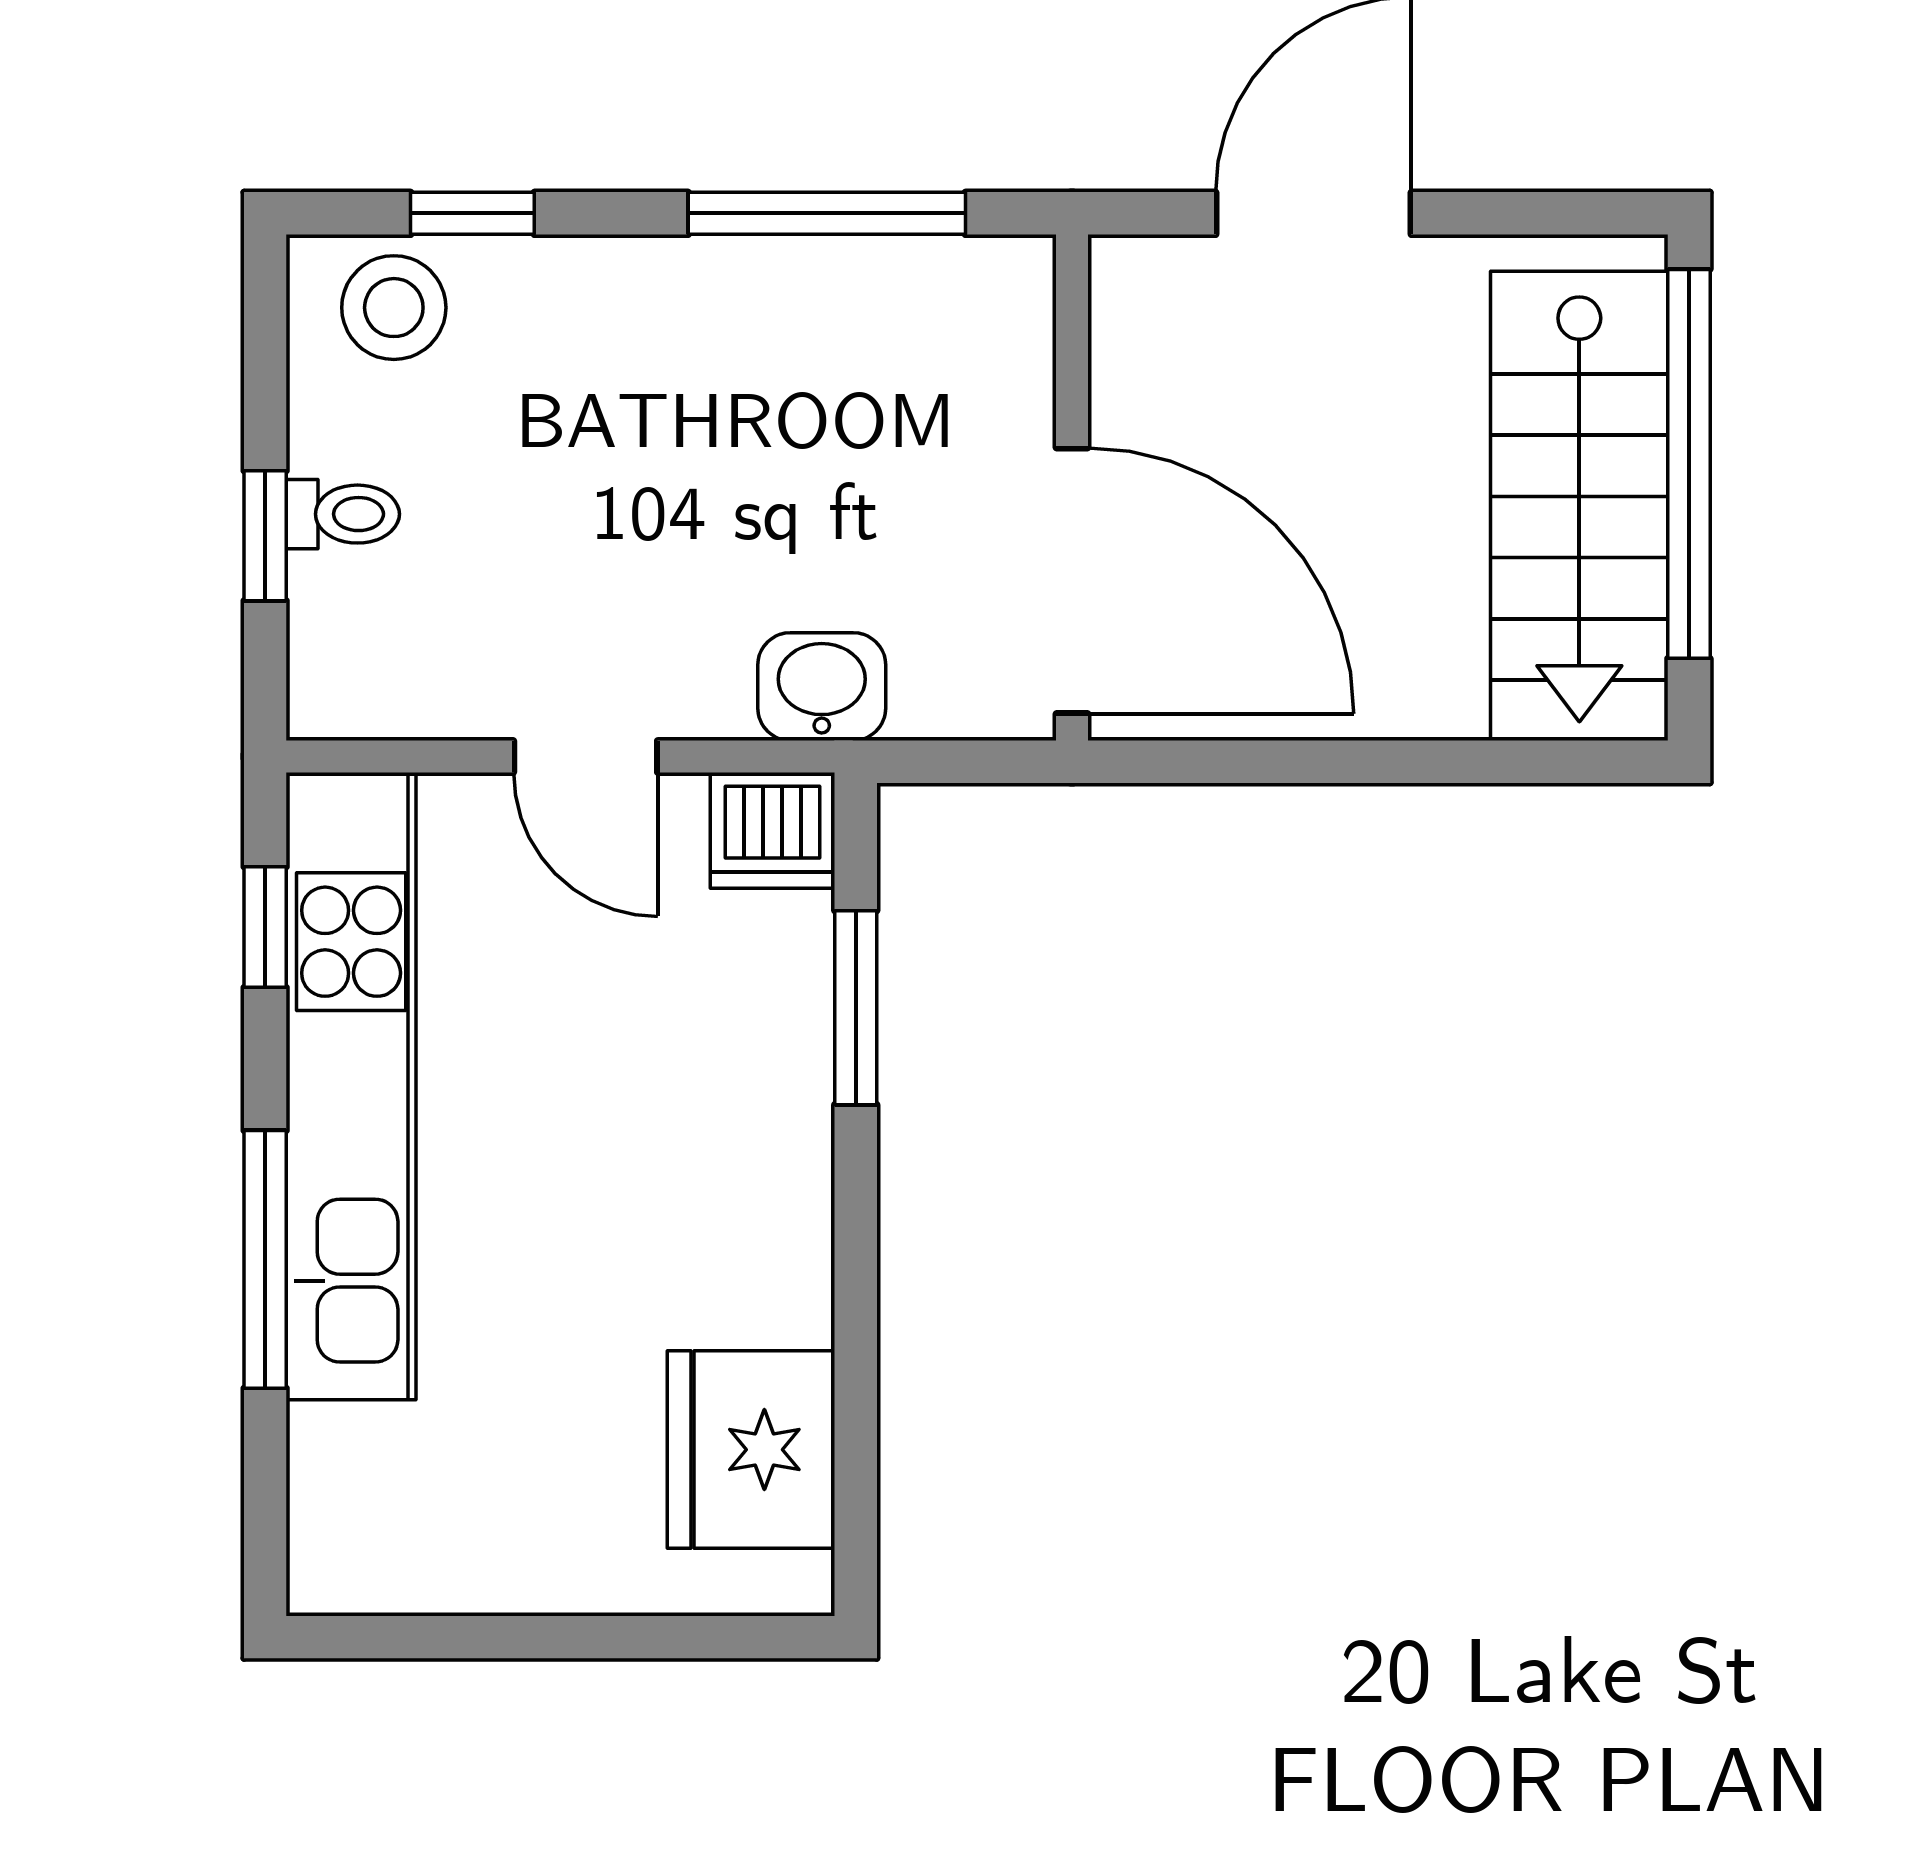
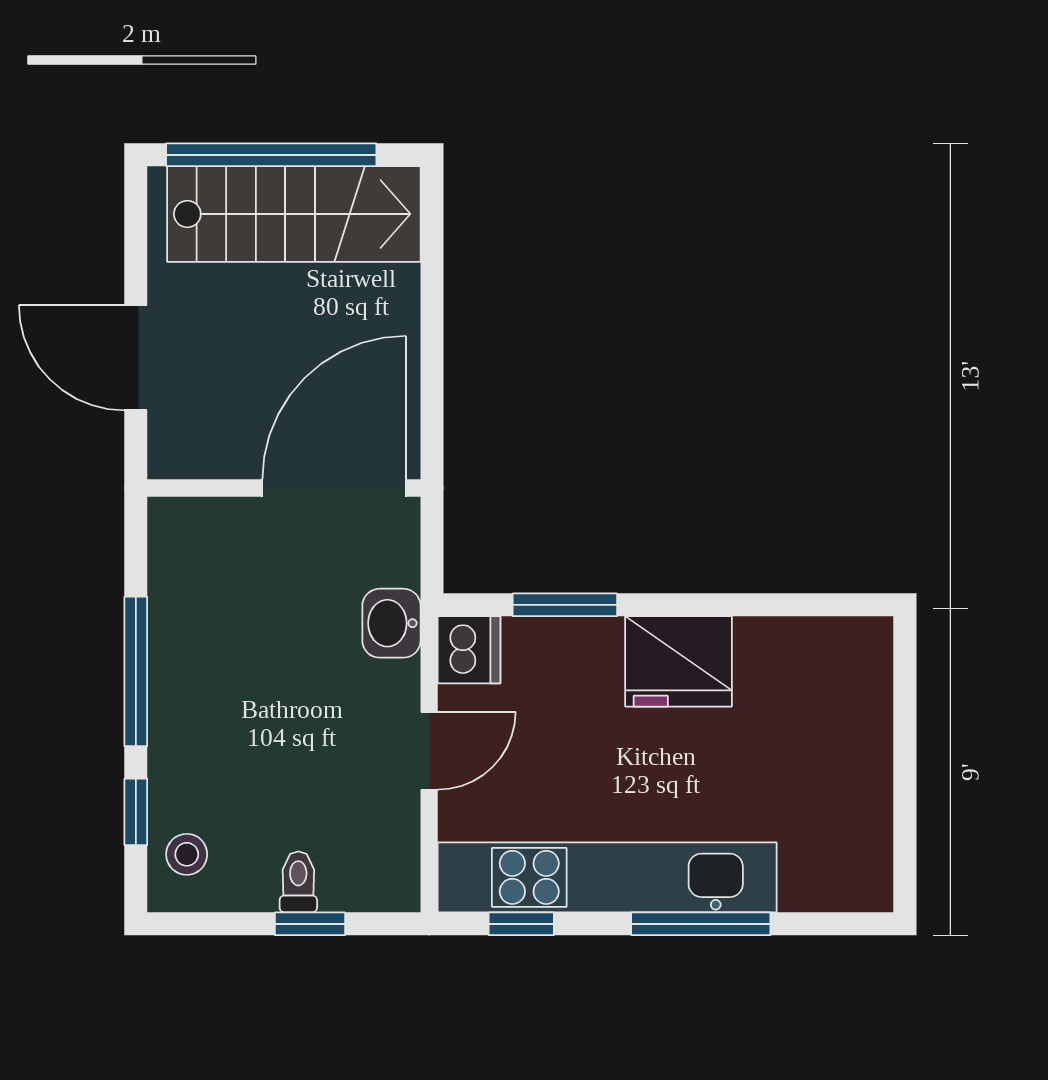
window: (827, 213) -> (136, 671), moved
stool: (394, 308) -> (187, 854), width x0.73, depth x0.73
fridge: (751, 1450) -> (679, 661), moved

